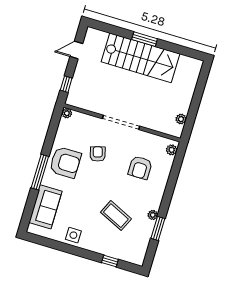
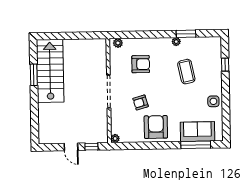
window: (145, 39) -> (34, 75), moved
door: (76, 50) -> (71, 147), moved
stairs: (141, 58) -> (50, 71), moved
plant: (181, 119) -> (90, 43), removed
window: (40, 172) -> (196, 145), moved
coffee table: (116, 216) -> (186, 72), turned -37

